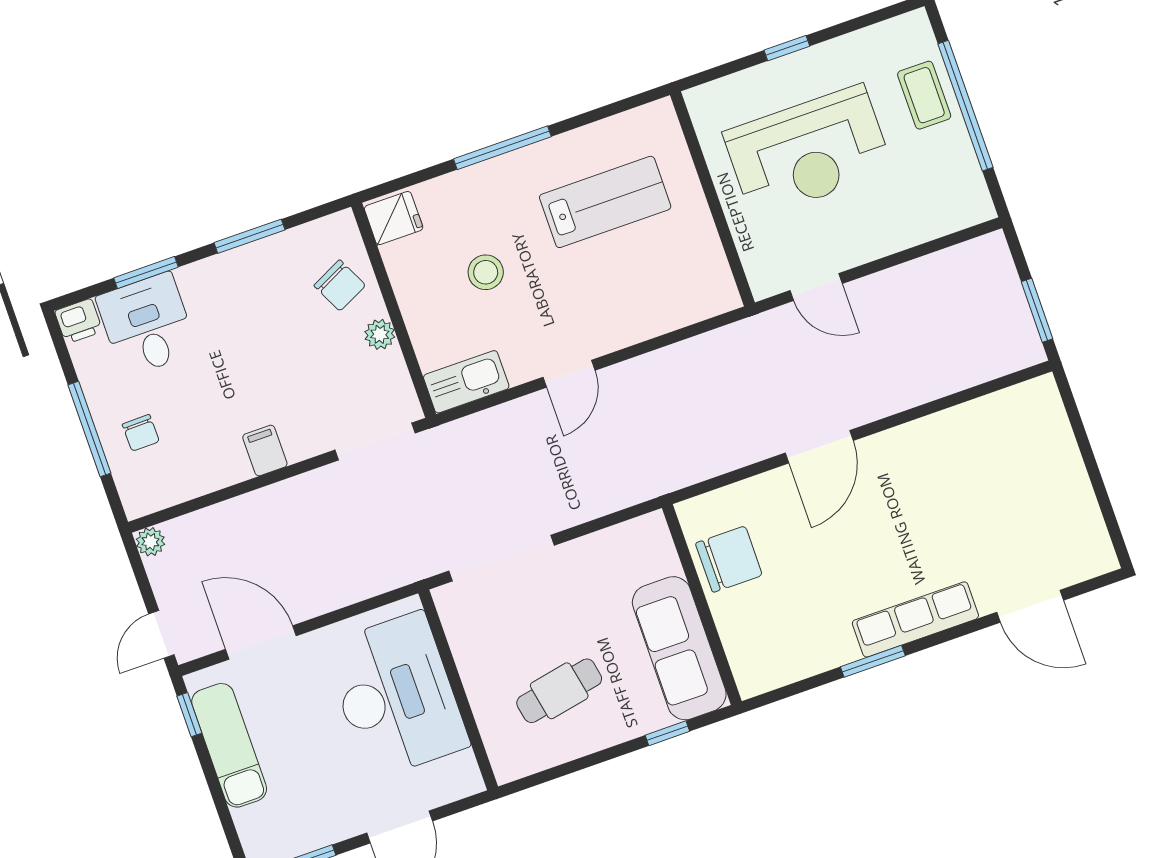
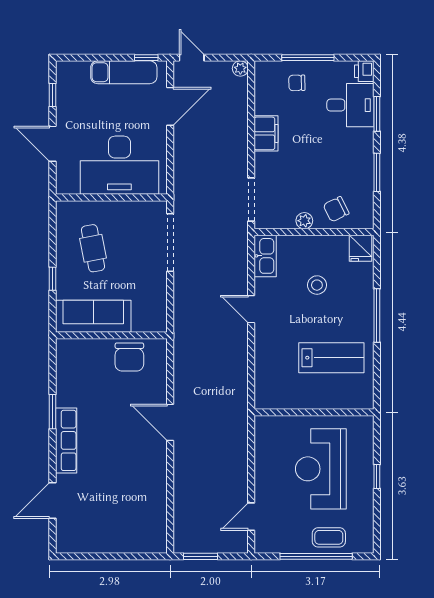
lab bench: (605, 202) -> (331, 358), turned -90
door: (816, 287) -> (251, 517), moved
filing cabinet: (265, 451) -> (266, 133), width x2.00
window: (667, 733) -> (52, 279), moved

